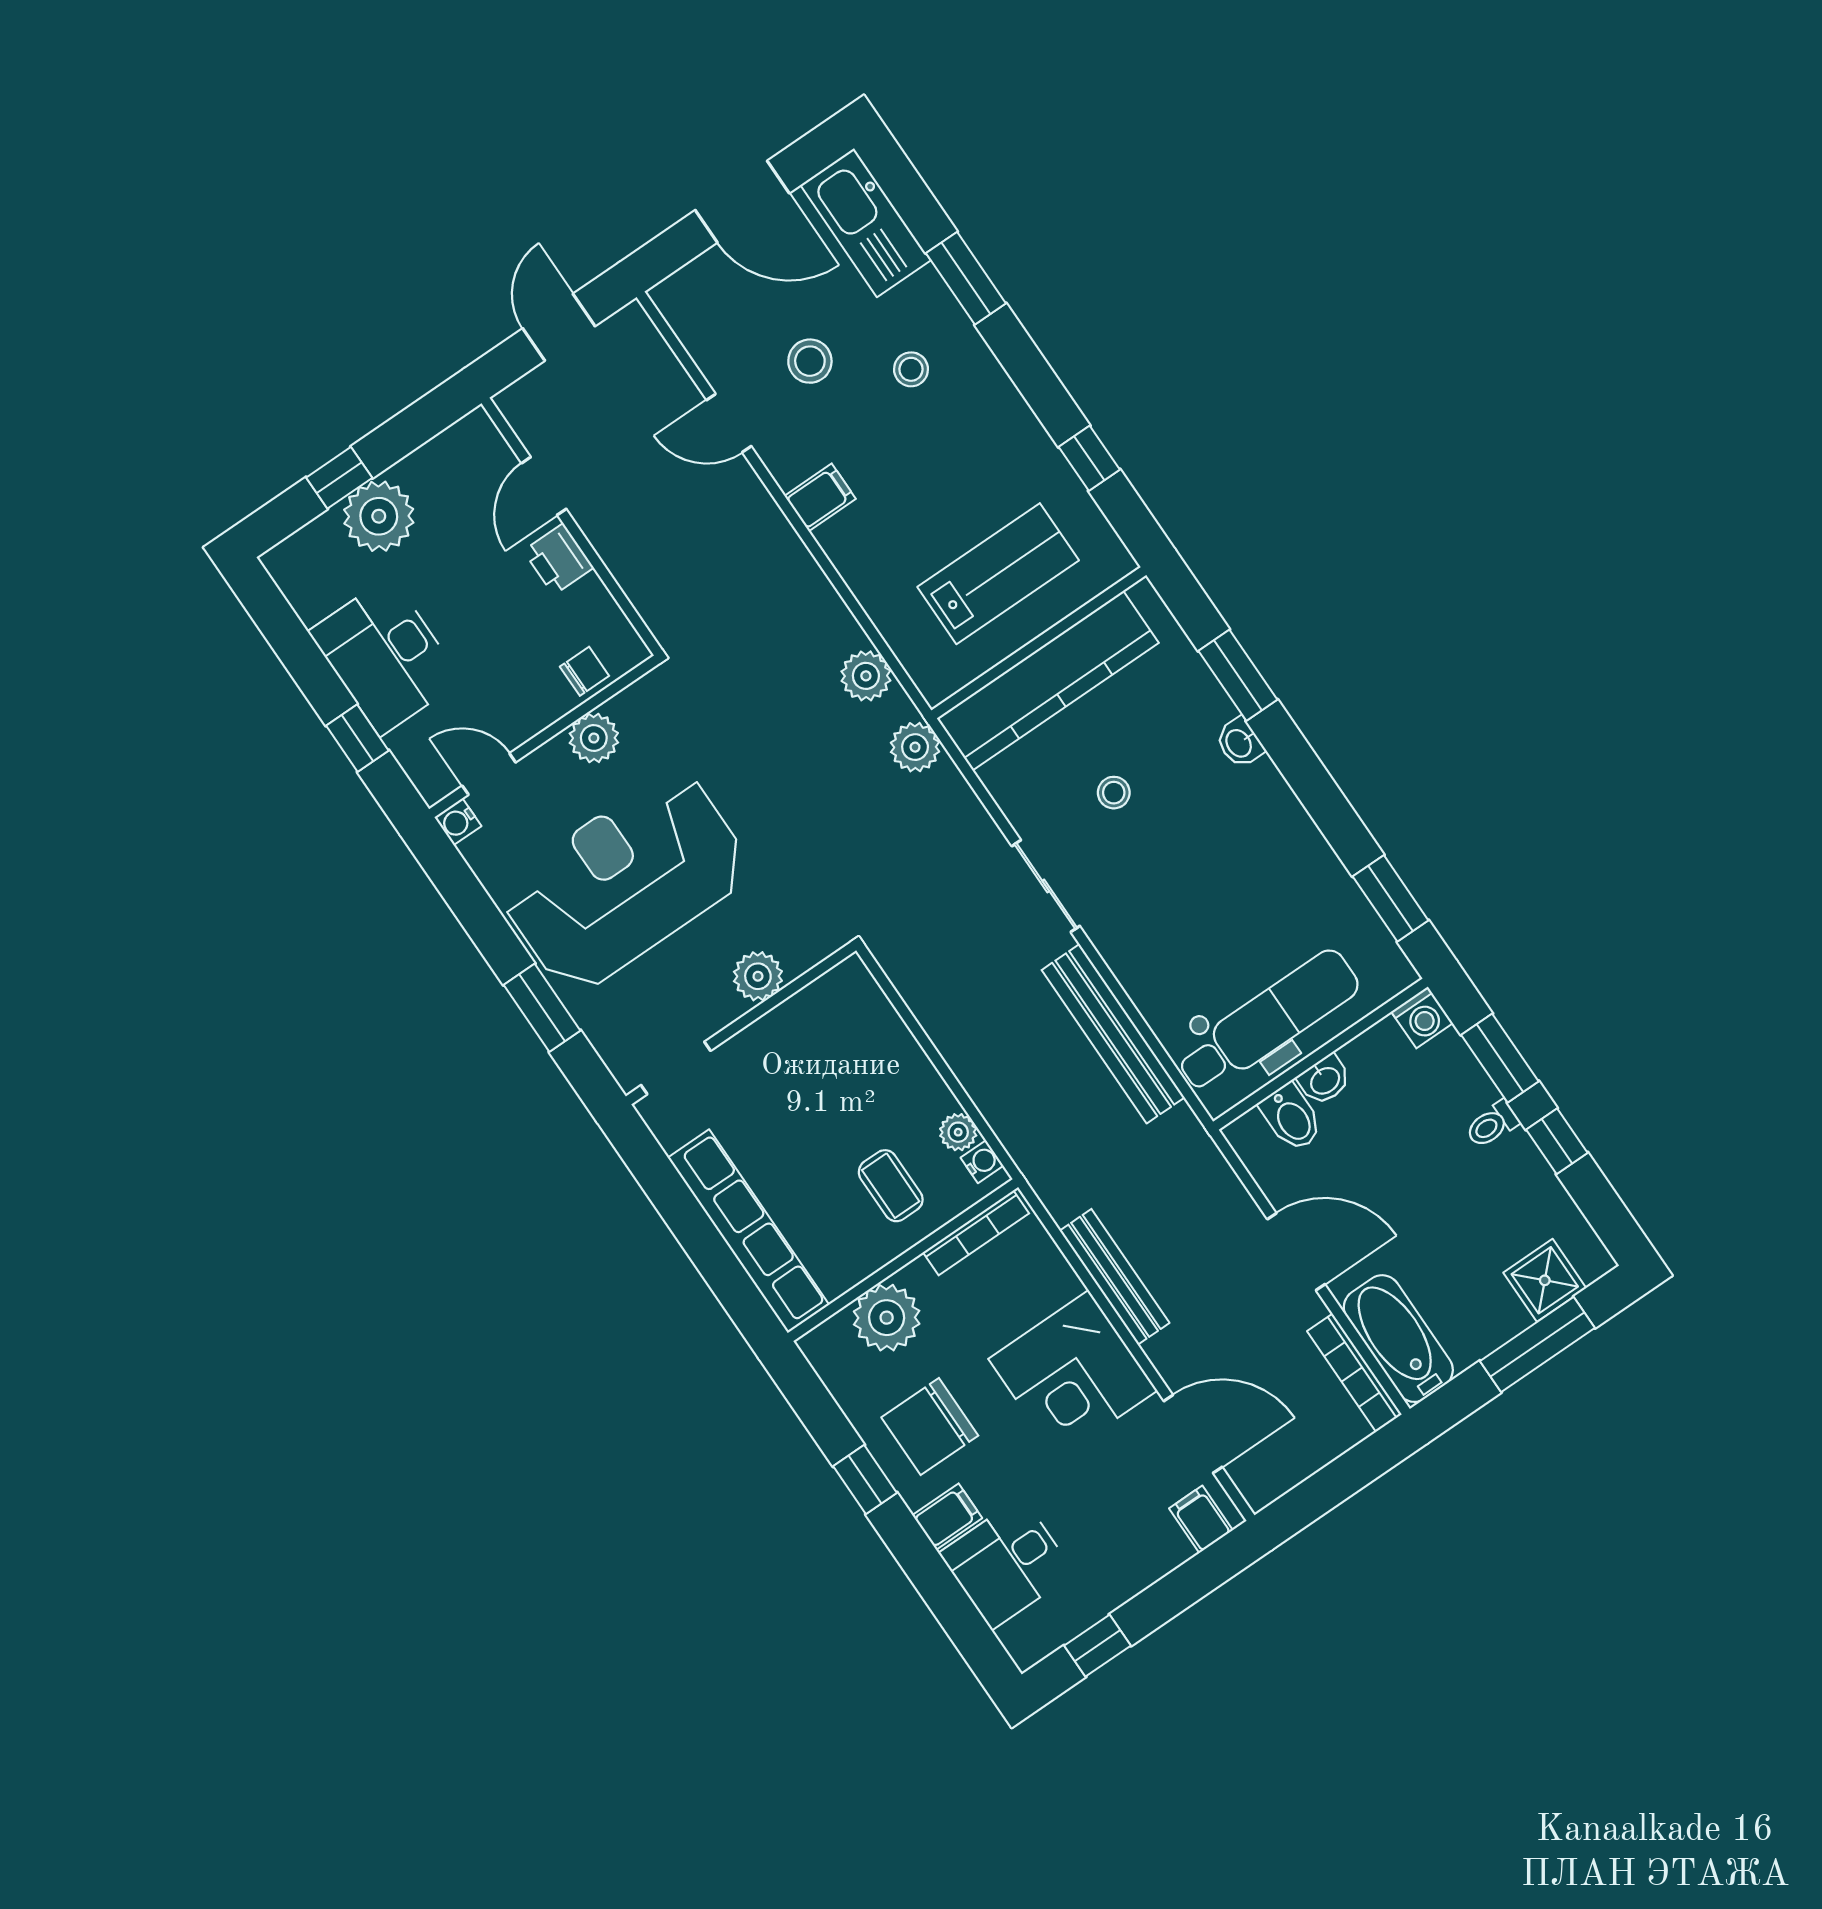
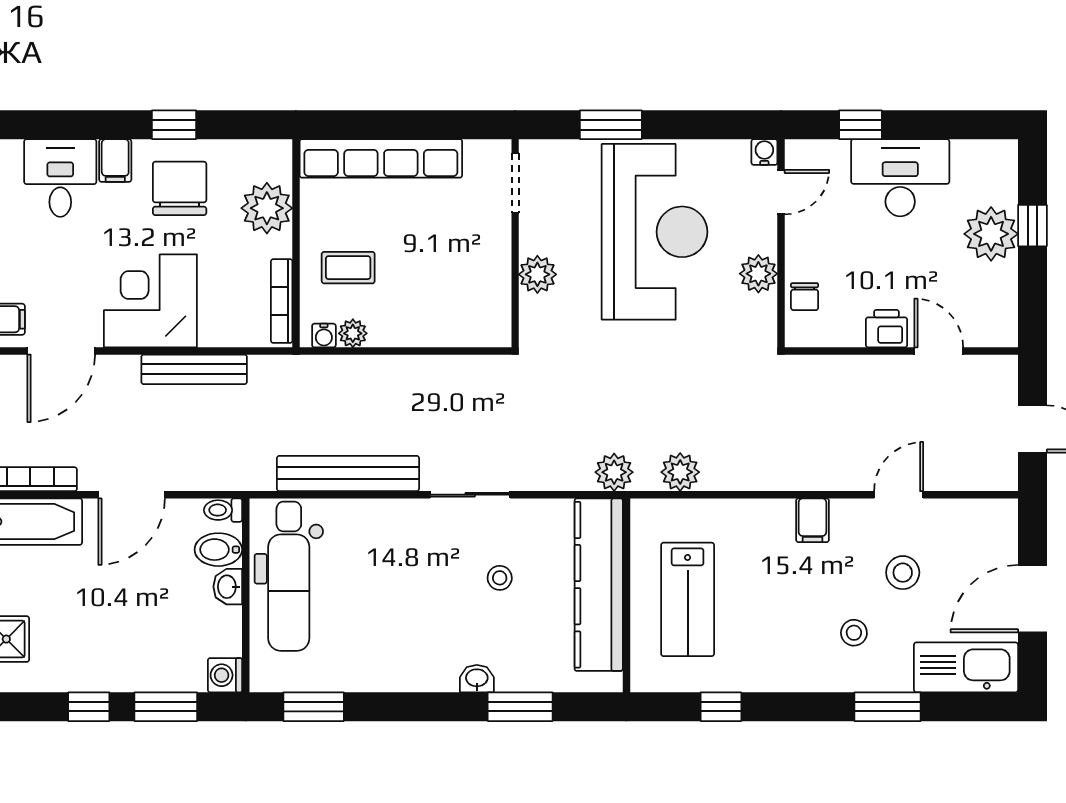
toilet: (1492, 1124) -> (223, 510), moved, turned -90

